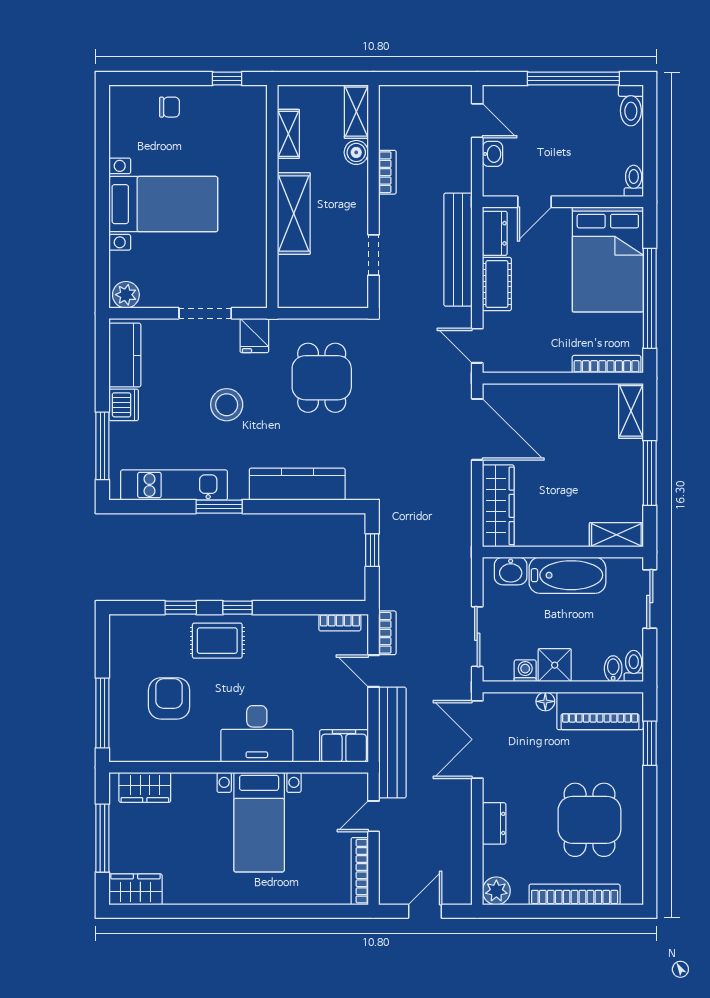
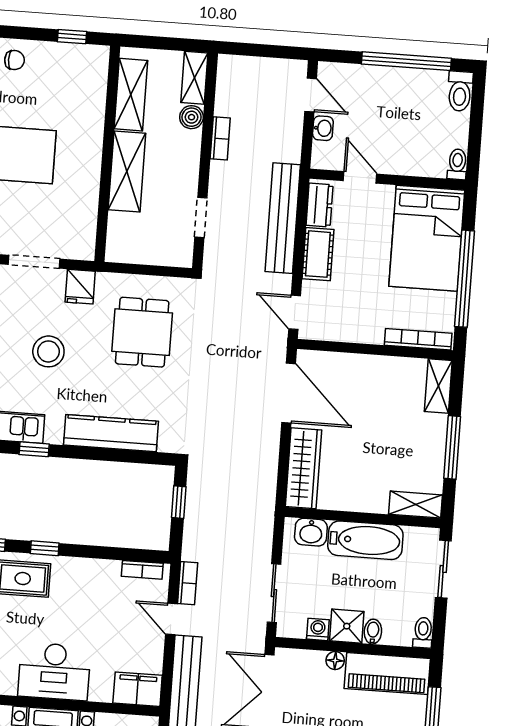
shelving: (288, 134) -> (131, 95), width x1.50, depth x1.33
door: (534, 202) -> (360, 177), swing flipped
window: (219, 507) -> (34, 449), width x0.67
bidet: (613, 669) -> (373, 632), moved

